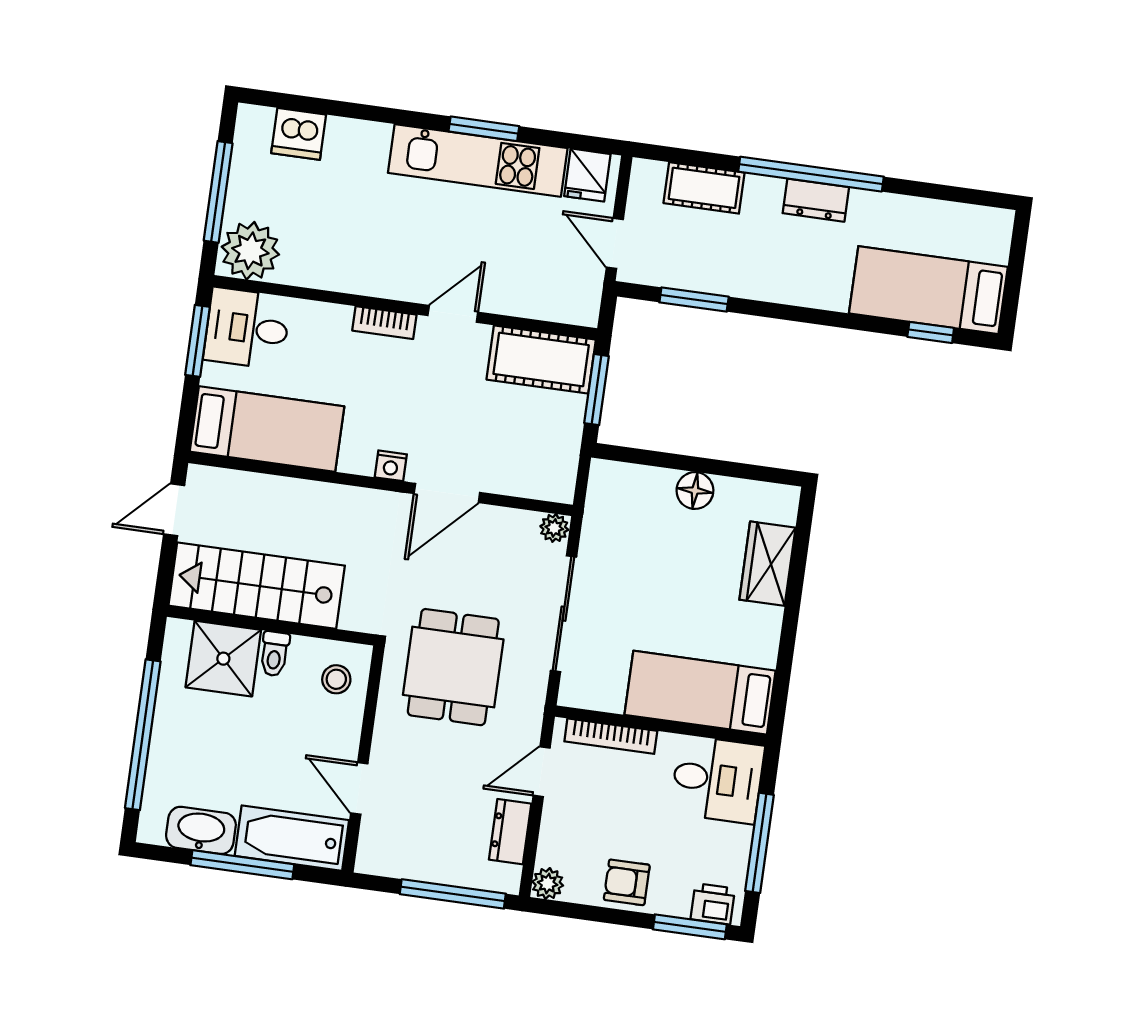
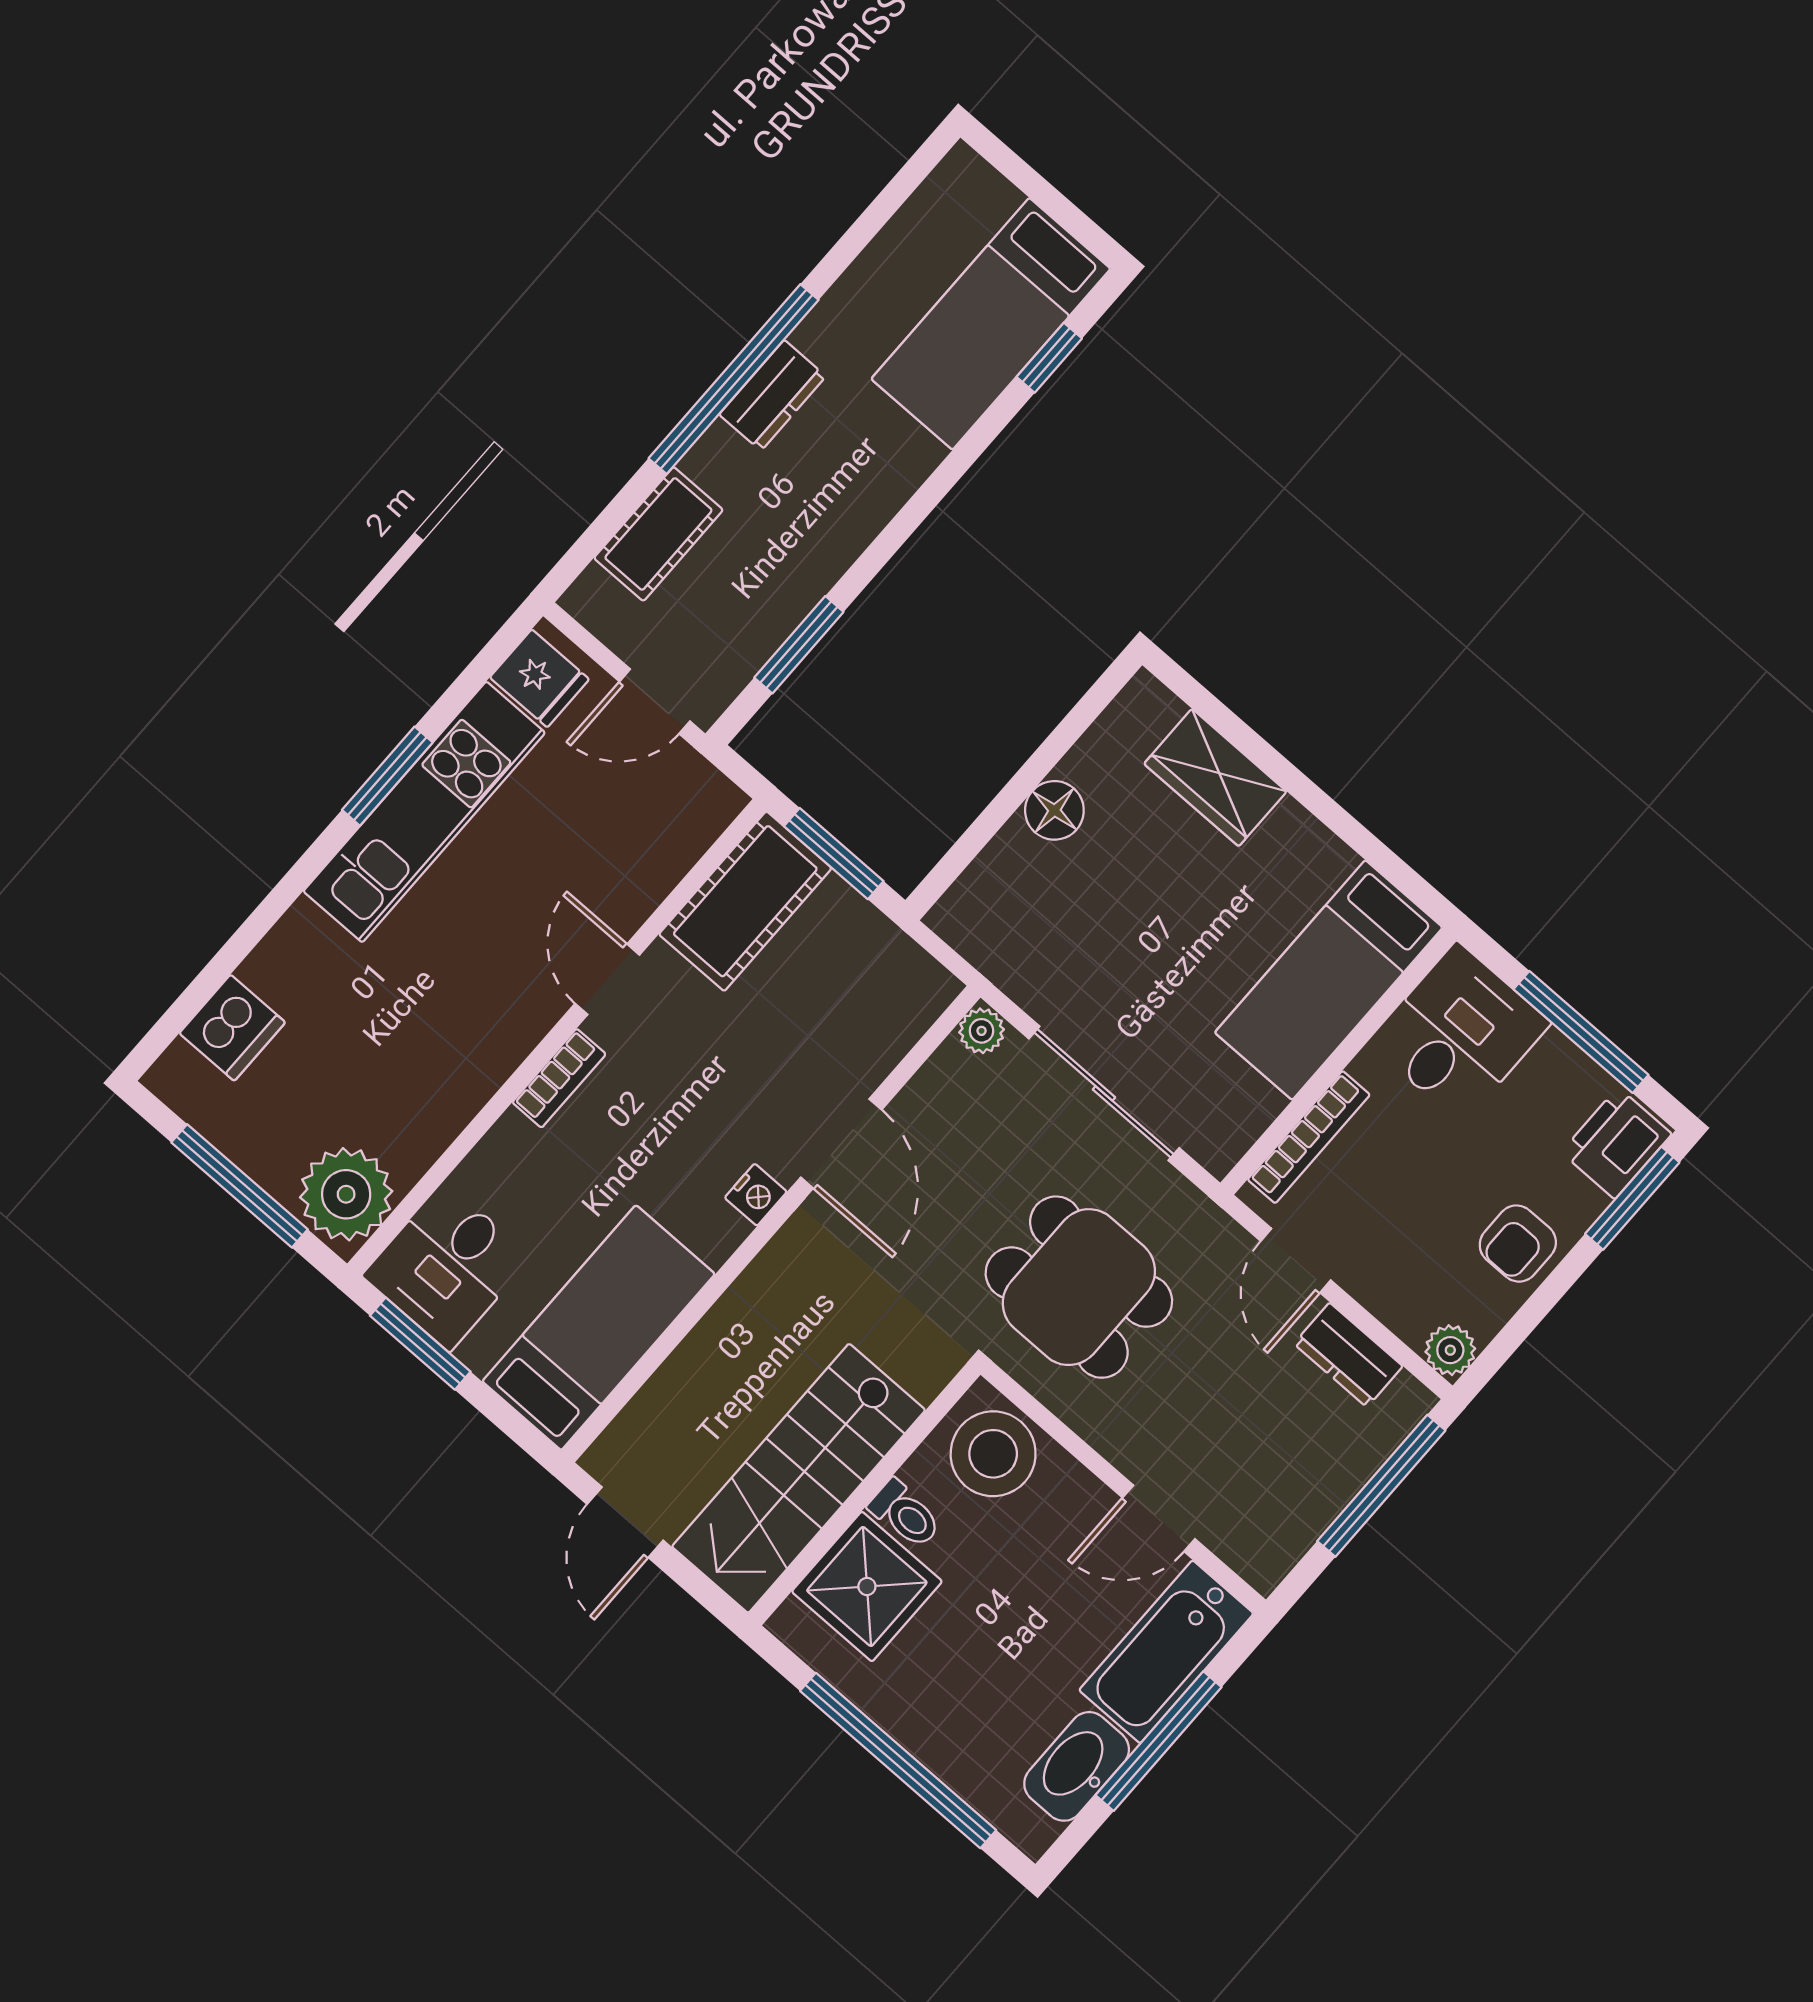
stool: (336, 679) -> (993, 1454), width x1.89, depth x1.89
printer: (713, 904) -> (1616, 1143), width x1.36, depth x1.24

